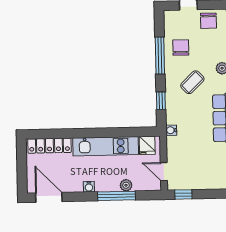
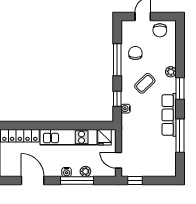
water cooler: (171, 130) -> (126, 109), moved
water cooler: (89, 187) -> (67, 172), moved
door: (49, 197) -> (33, 180), moved

